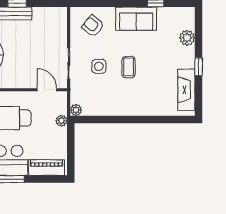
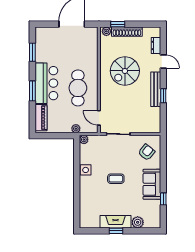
side table: (99, 66) -> (86, 170), moved
door: (47, 90) -> (99, 118), swing flipped
fireplace: (186, 90) -> (116, 222), moved

